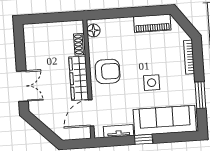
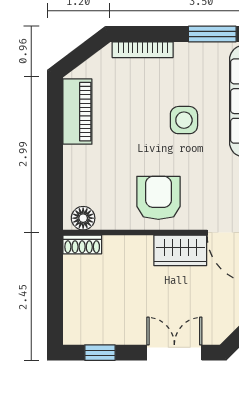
shoe rack: (80, 44) -> (82, 245), moved
window: (20, 45) -> (100, 353), added
wardrobe: (79, 78) -> (180, 250), width x0.67

